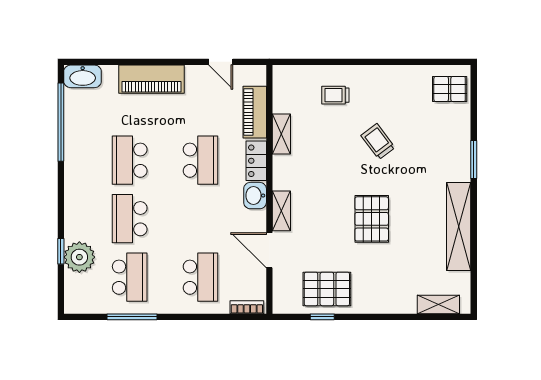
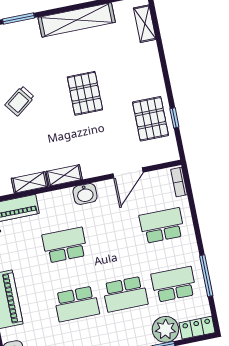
locker: (256, 161) -> (197, 328), moved, turned 180
shelving: (281, 211) -> (64, 175), moved
pallet: (372, 219) -> (85, 93), turned 90

